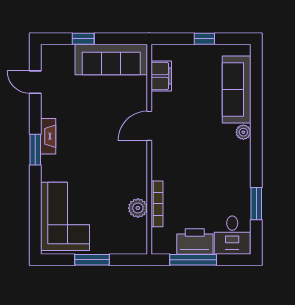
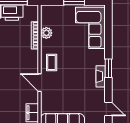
door: (149, 126) -> (39, 83), swing flipped
coffee table: (129, 159) -> (52, 62), added

